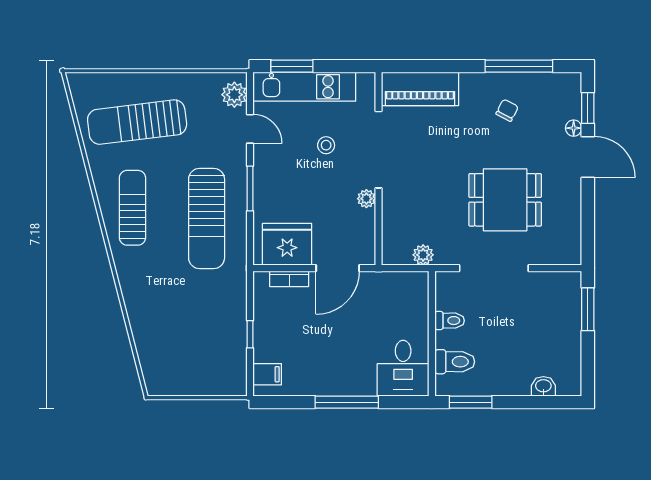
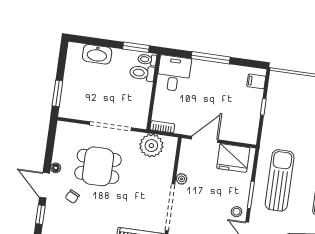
chair: (507, 110) -> (72, 197), moved
floor lamp: (574, 128) -> (56, 168), moved
stool: (326, 145) -> (237, 212), moved
plant: (423, 255) -> (151, 146), width x1.87, depth x1.87
bookcase: (289, 279) -> (162, 127), moved
toilet: (450, 321) -> (147, 60), moved
washbasin: (543, 386) -> (97, 54), width x1.91, depth x1.45

